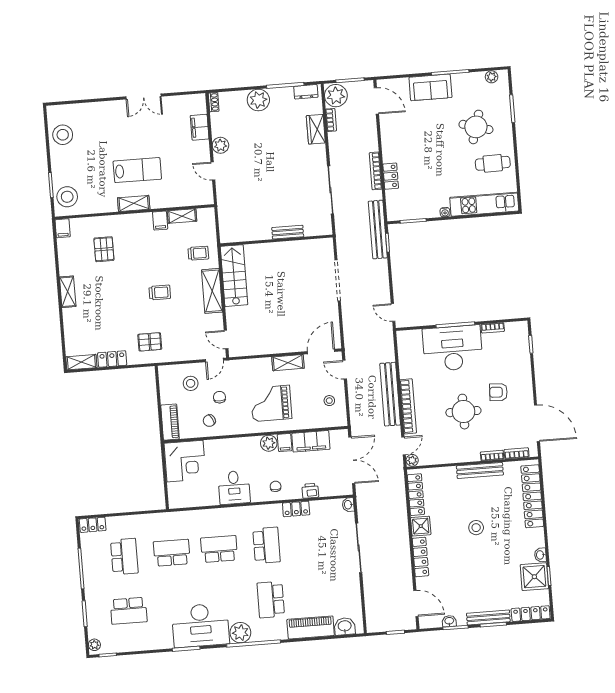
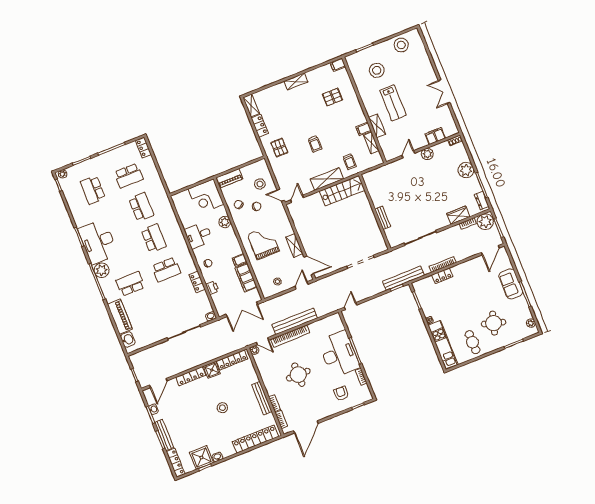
stool: (67, 197) -> (377, 70), moved
shelving: (134, 203) -> (377, 126), moved
armchair: (498, 392) -> (341, 394), moved
plant: (269, 443) -> (225, 222), moved

